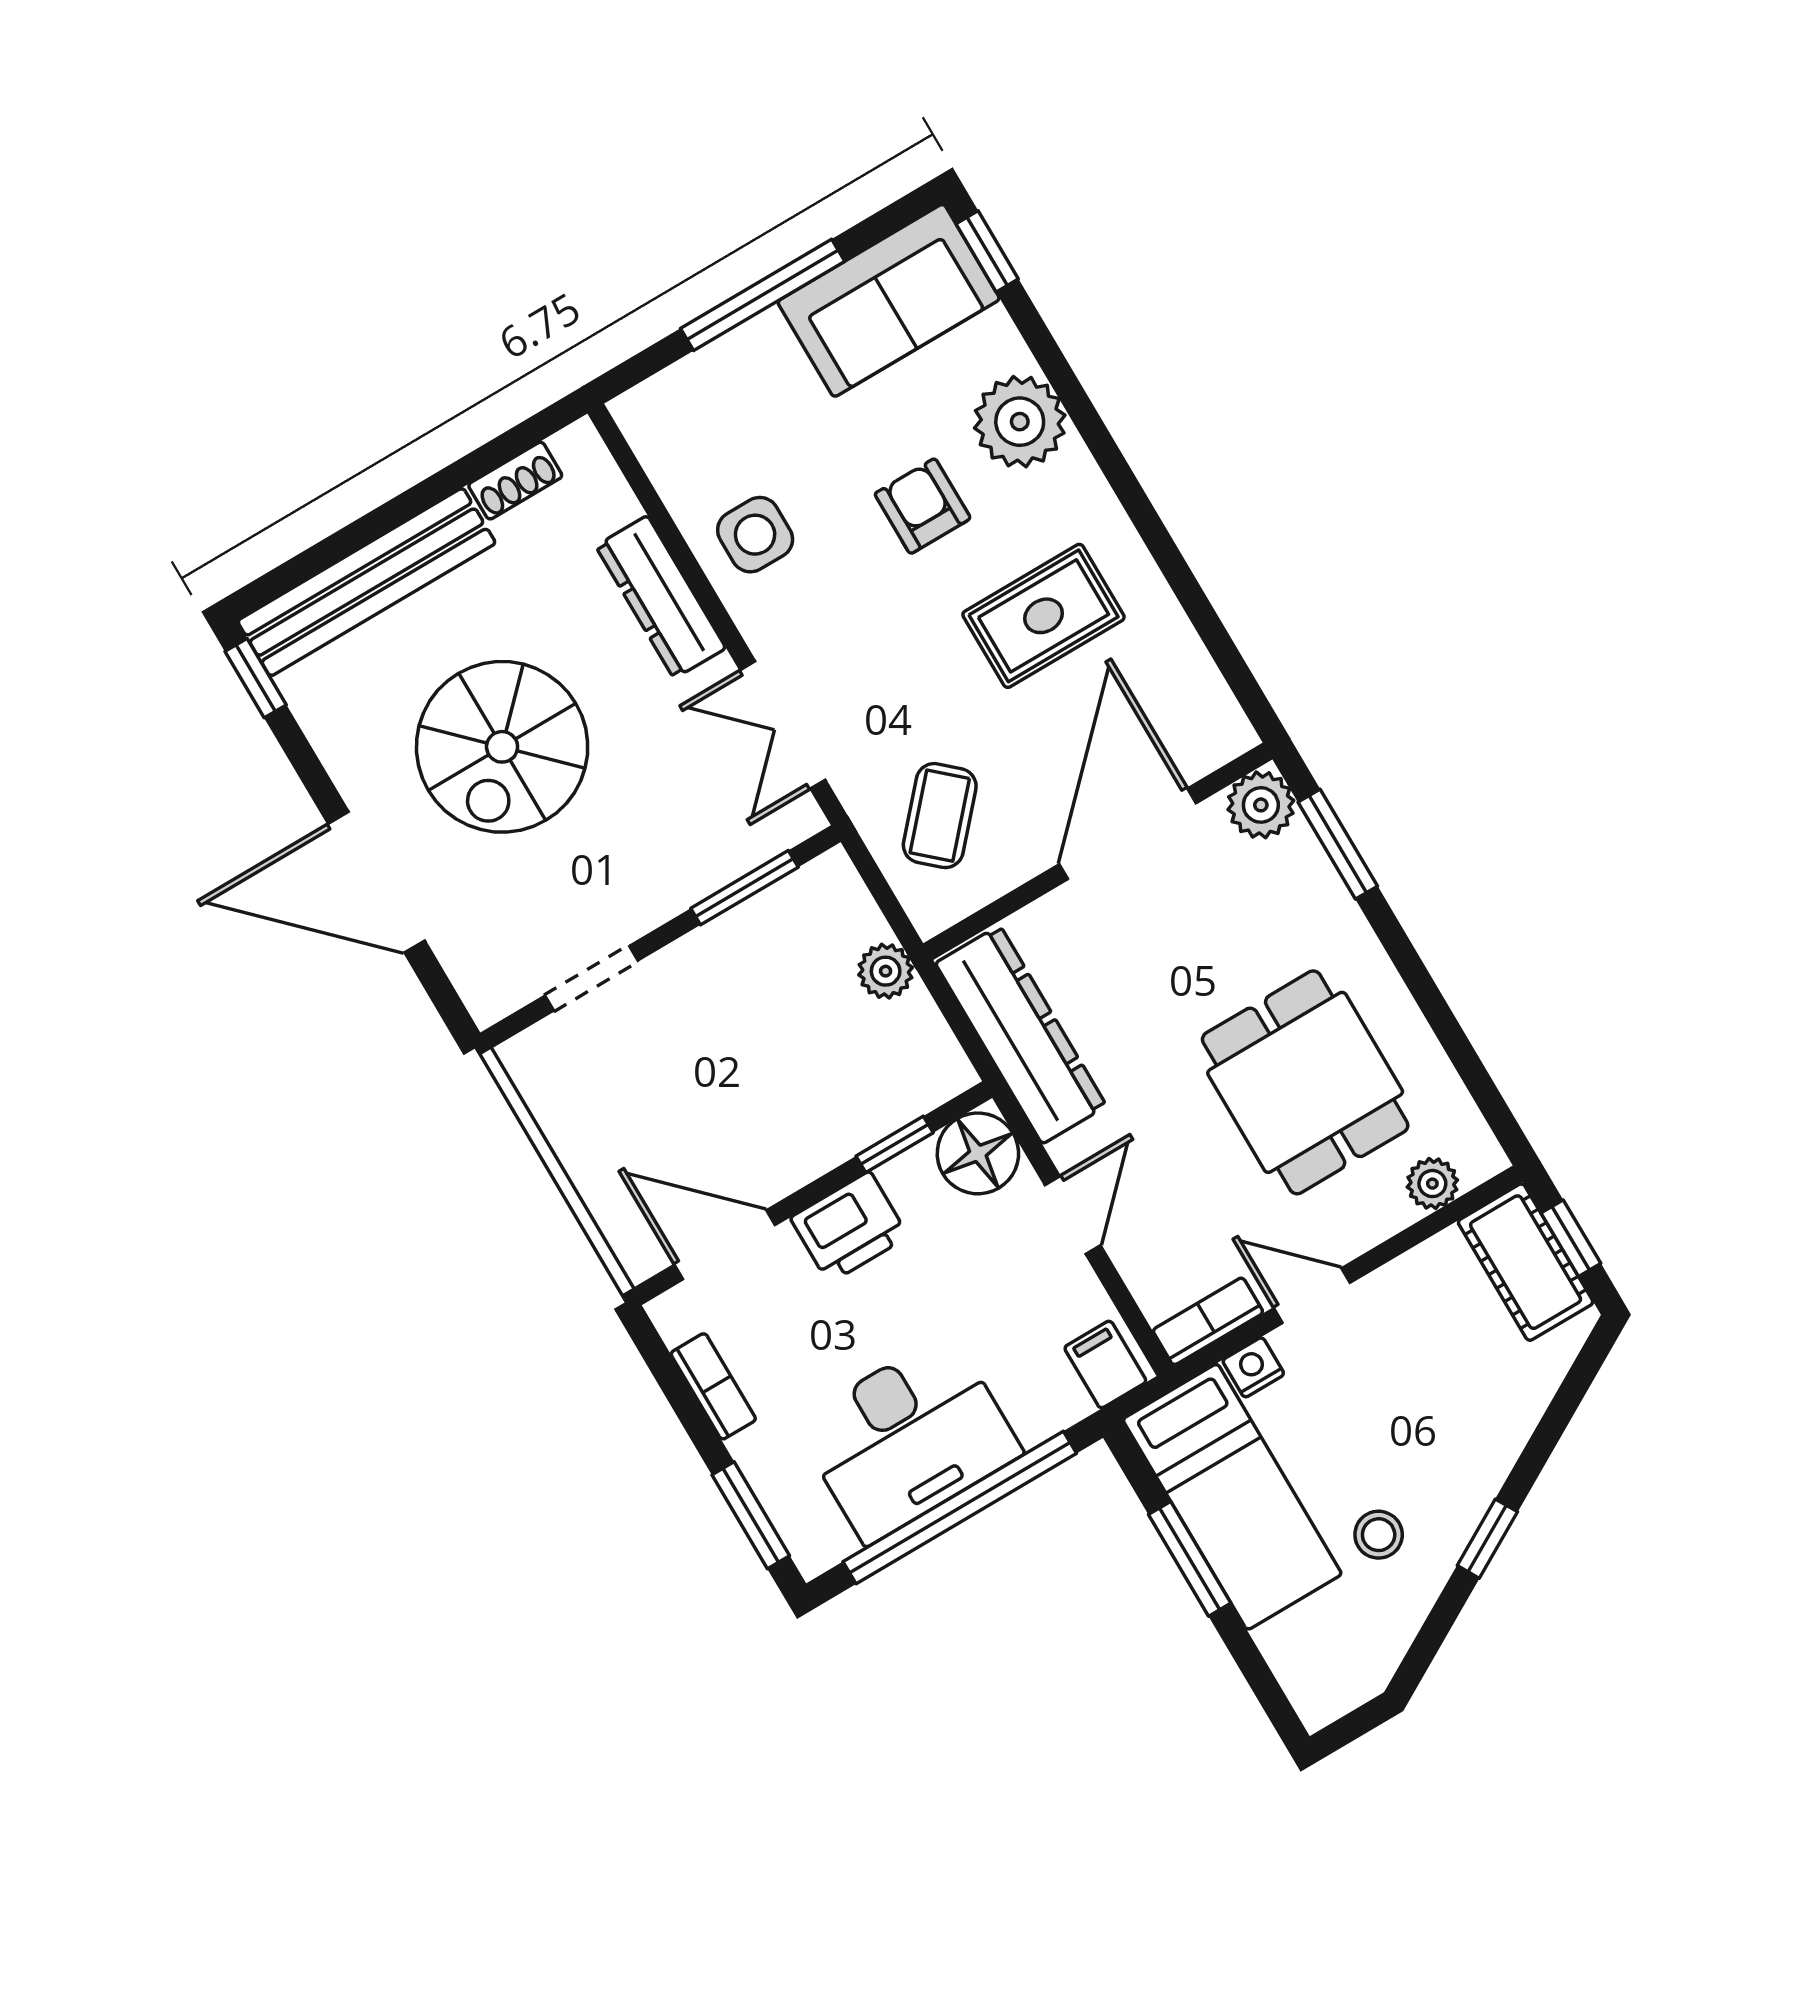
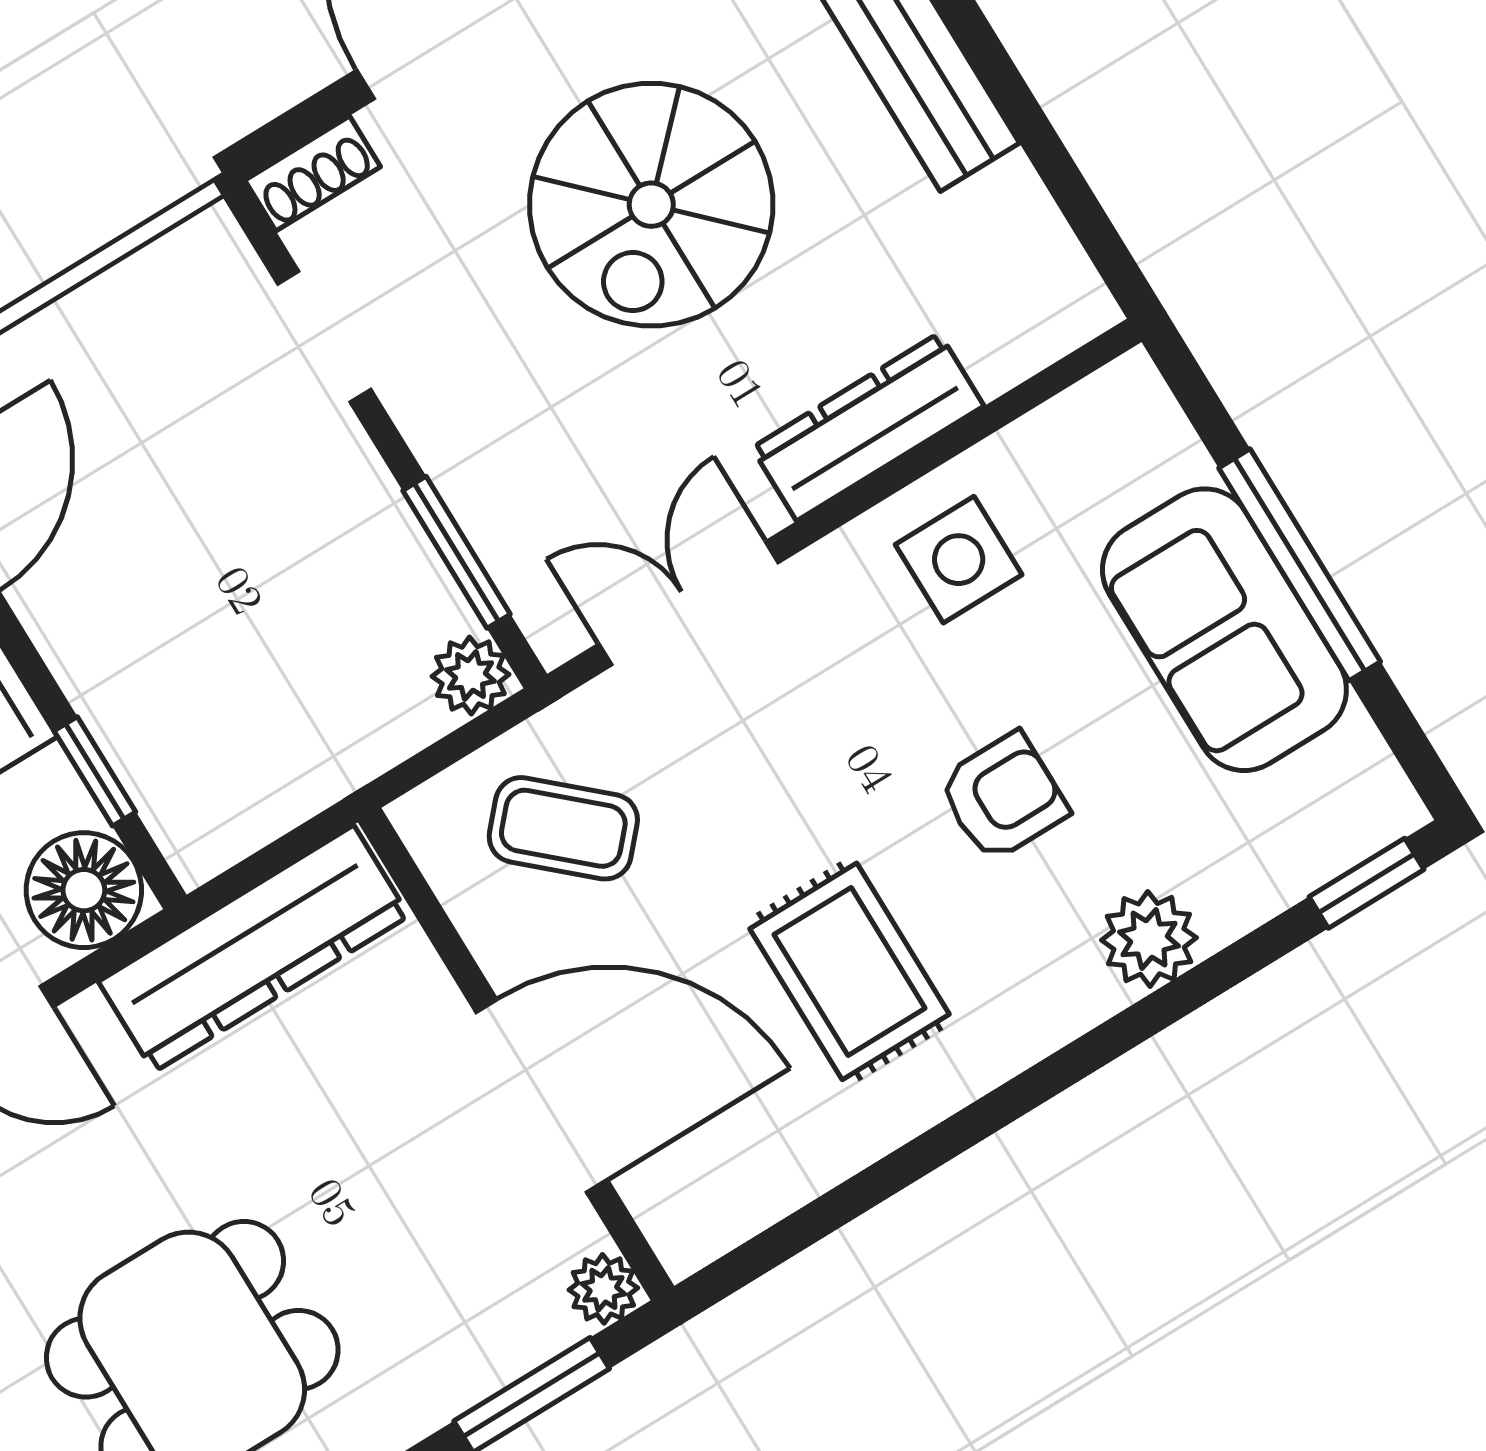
sofa: (889, 300) -> (1224, 630), moved
plant: (1020, 422) -> (1149, 939), width x0.73, depth x0.73
shoe rack: (515, 481) -> (313, 173), moved, turned -90
spiral stairs: (502, 747) -> (651, 205), turned -90
plant: (1261, 805) -> (603, 1289), width x0.73, depth x0.73
plant: (886, 971) -> (470, 675), moved

